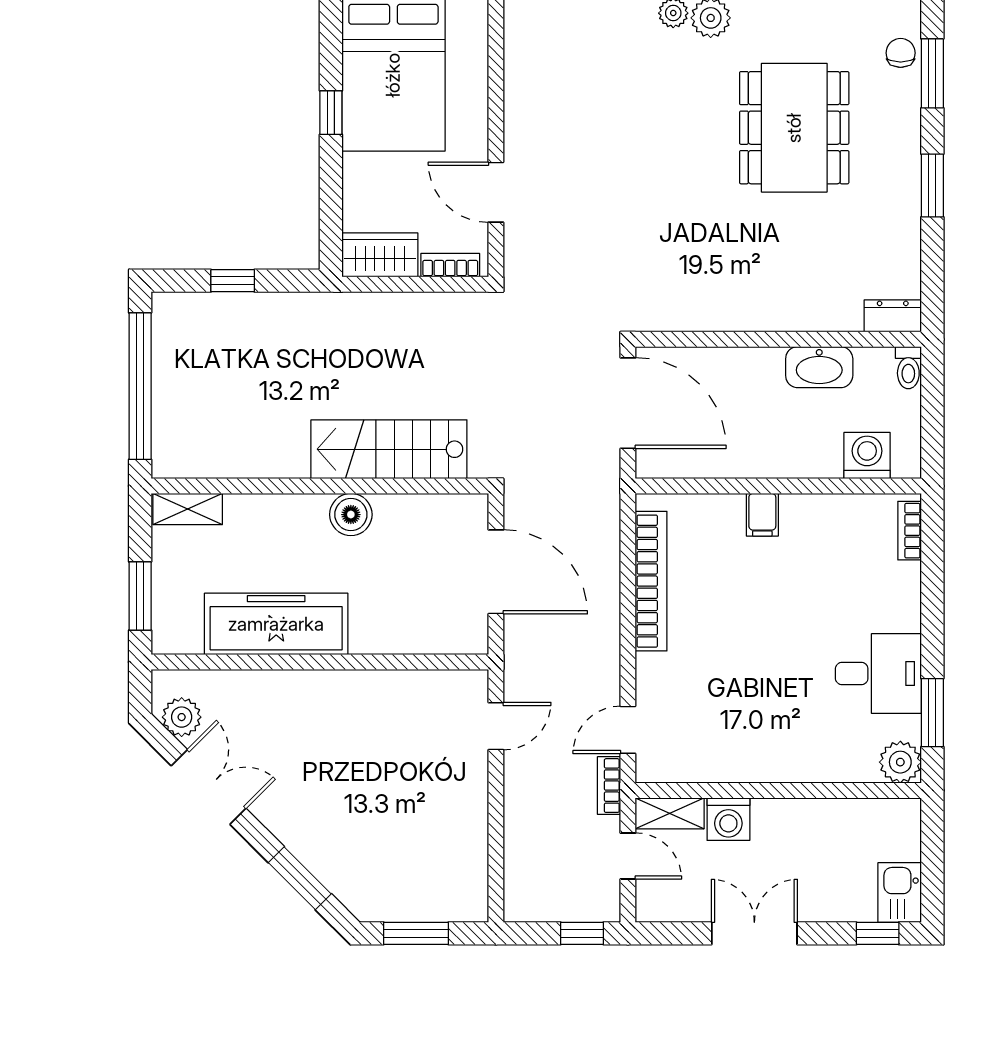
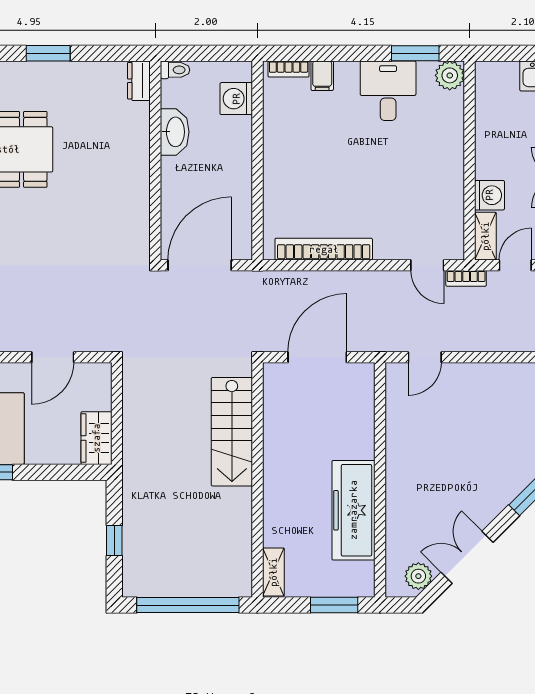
bookcase: (450, 265) -> (104, 389), removed
boiler: (351, 515) -> (277, 458), removed
filing cabinet: (762, 515) -> (322, 76), moved, turned 90
door: (496, 726) -> (425, 357), swing flipped

